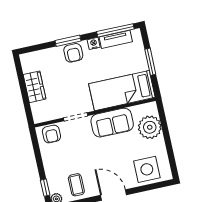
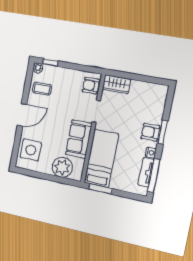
window: (150, 62) -> (101, 189), moved
wardrobe: (35, 87) -> (116, 84), moved

